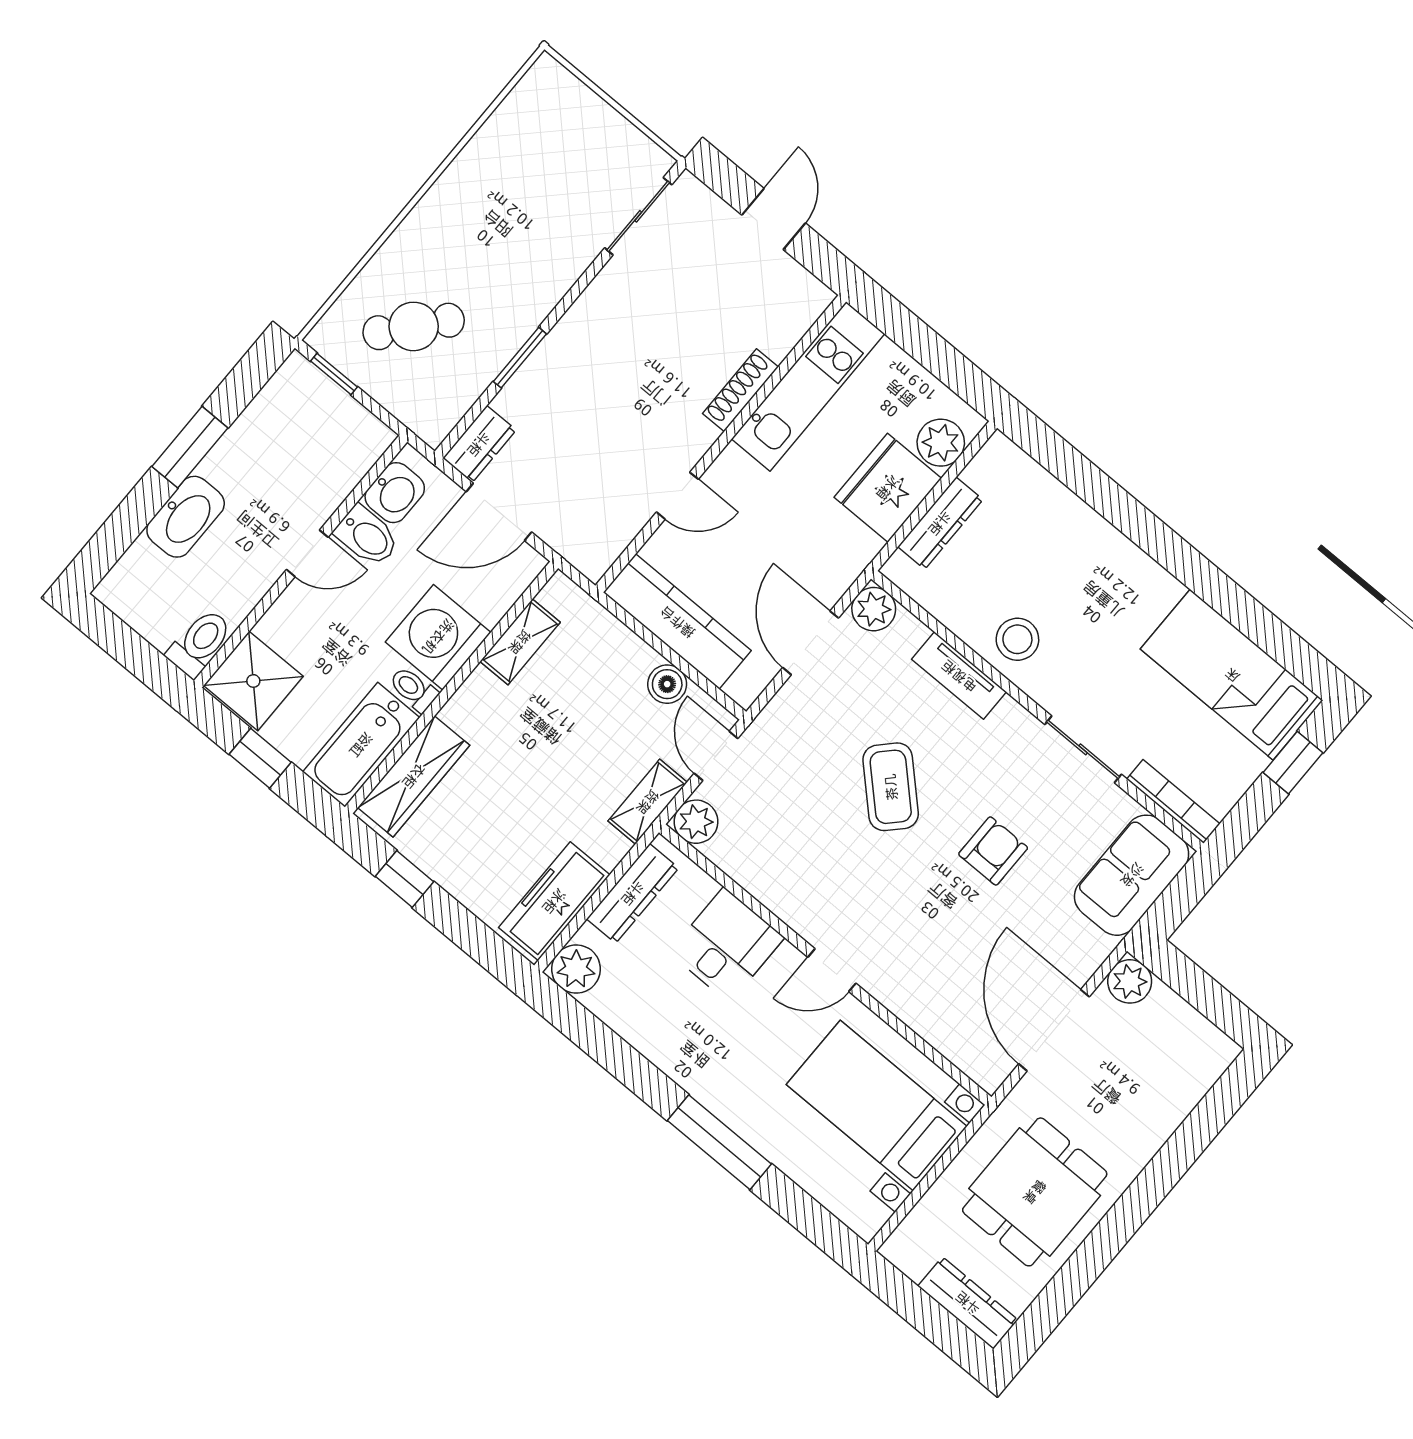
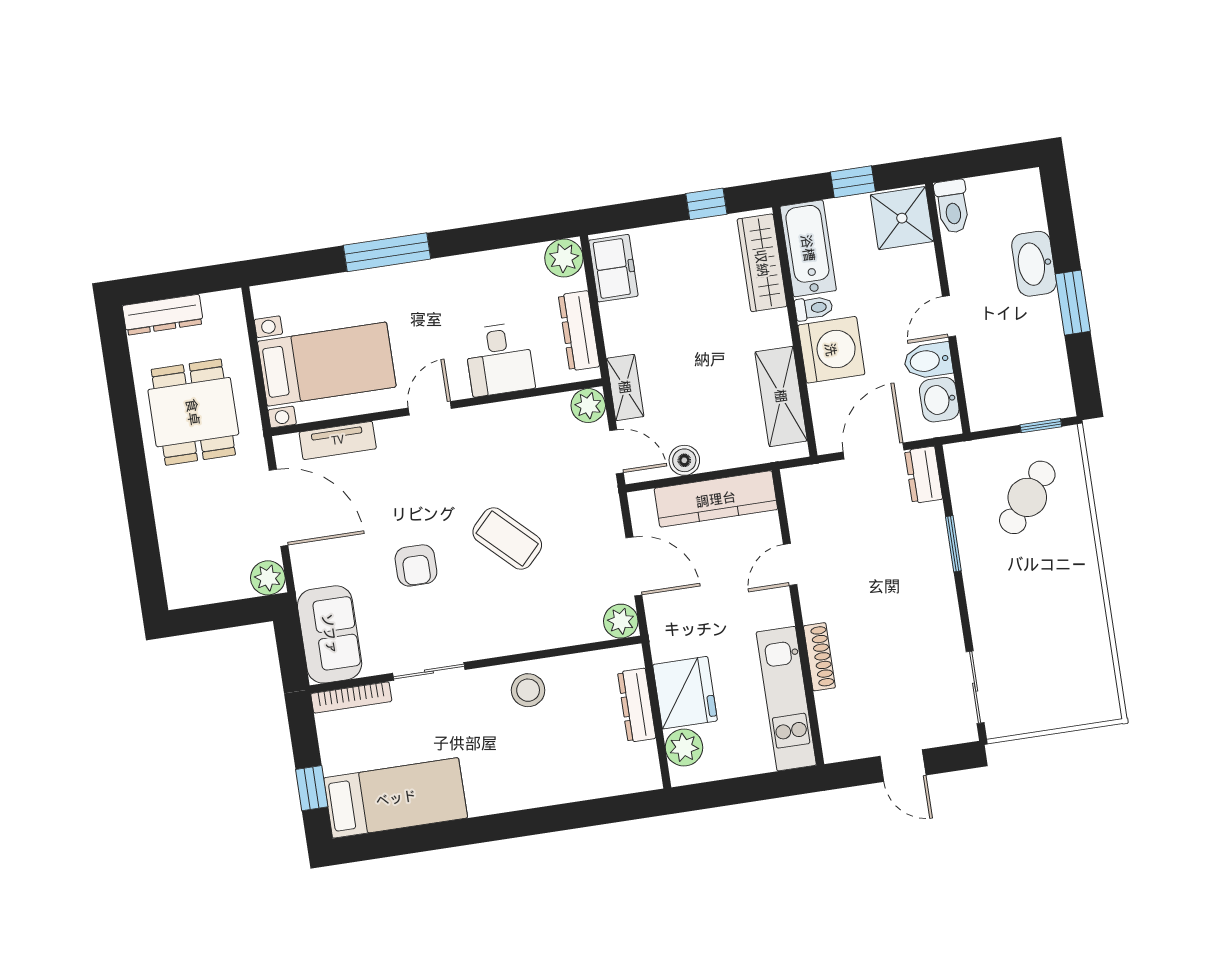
shelving: (520, 642) -> (781, 396), width x1.50, depth x1.33
tv unit: (959, 676) -> (338, 440), moved, turned 180
freezer: (554, 901) -> (613, 268), width x0.71

